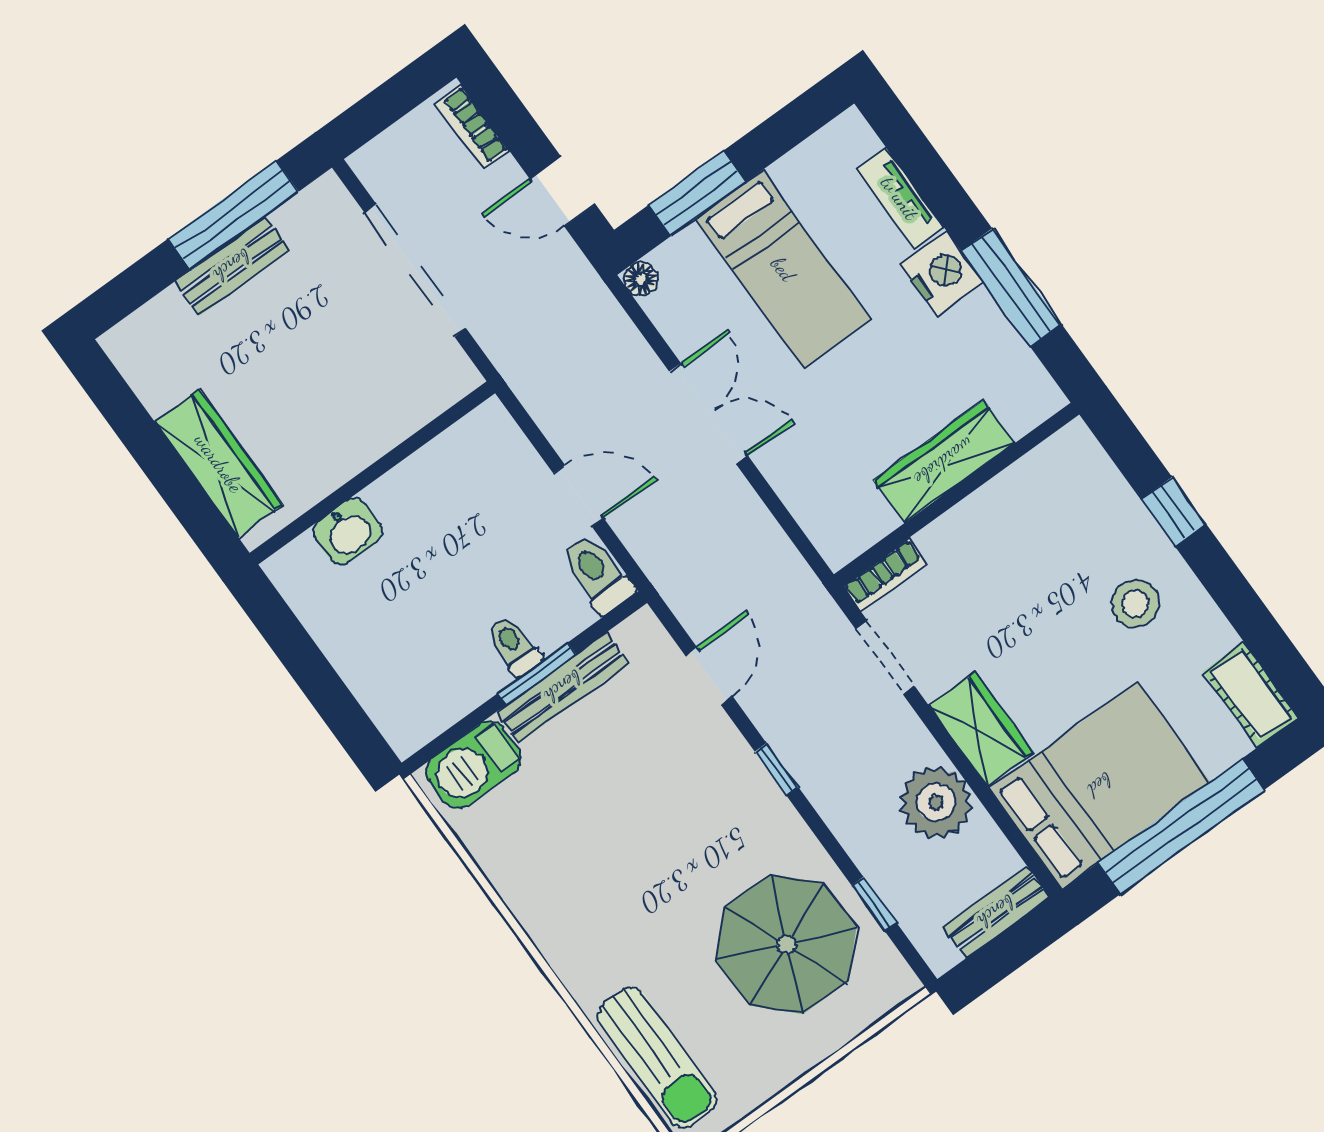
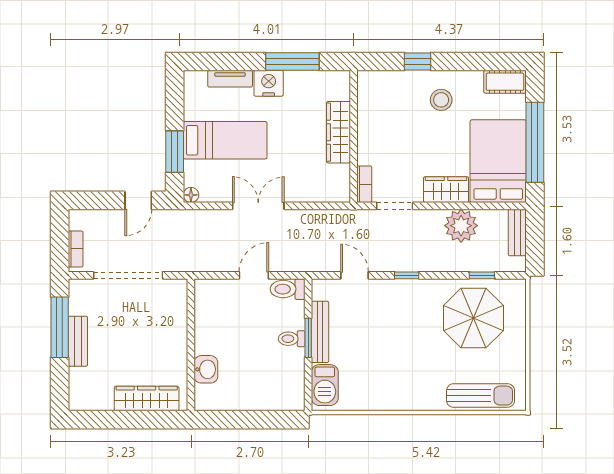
bookcase: (472, 127) -> (76, 249), moved, turned -90

